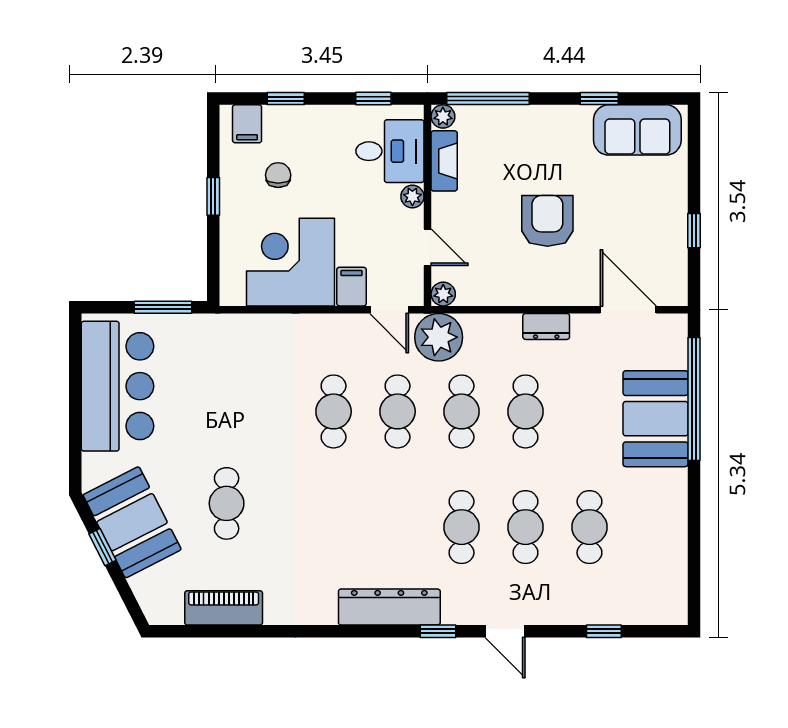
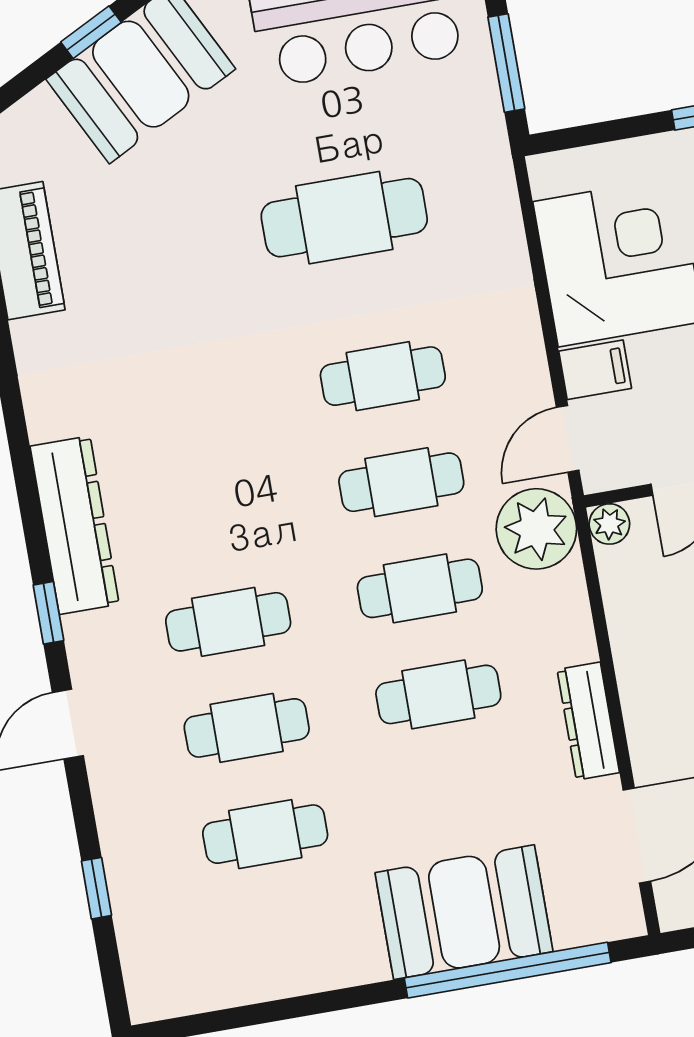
dresser: (546, 326) -> (588, 721), width x1.44
cafe table: (227, 503) -> (344, 218), moved, width x1.37, depth x1.35

